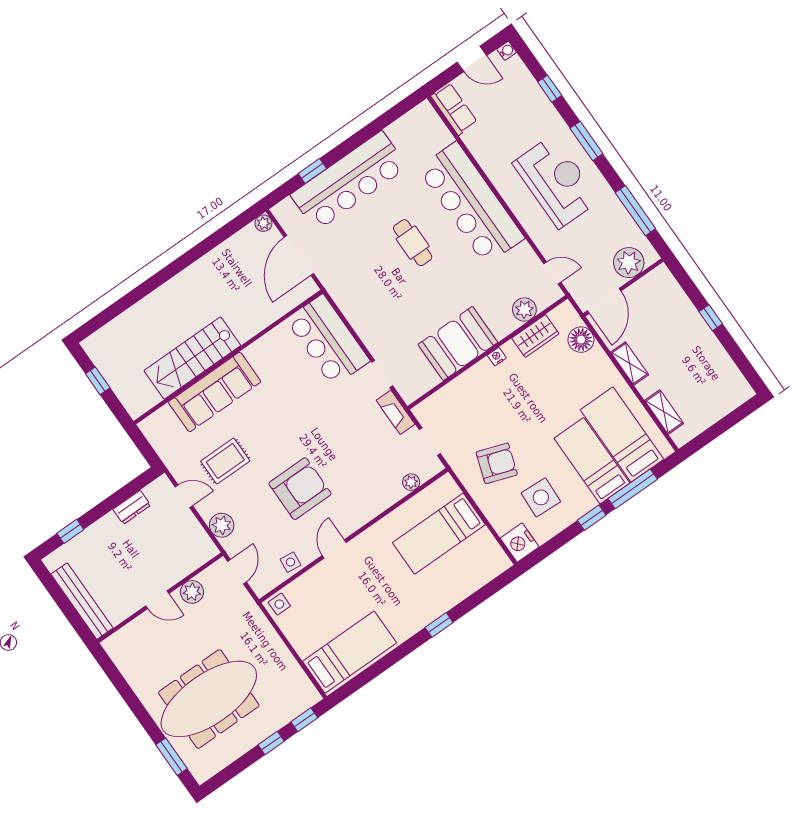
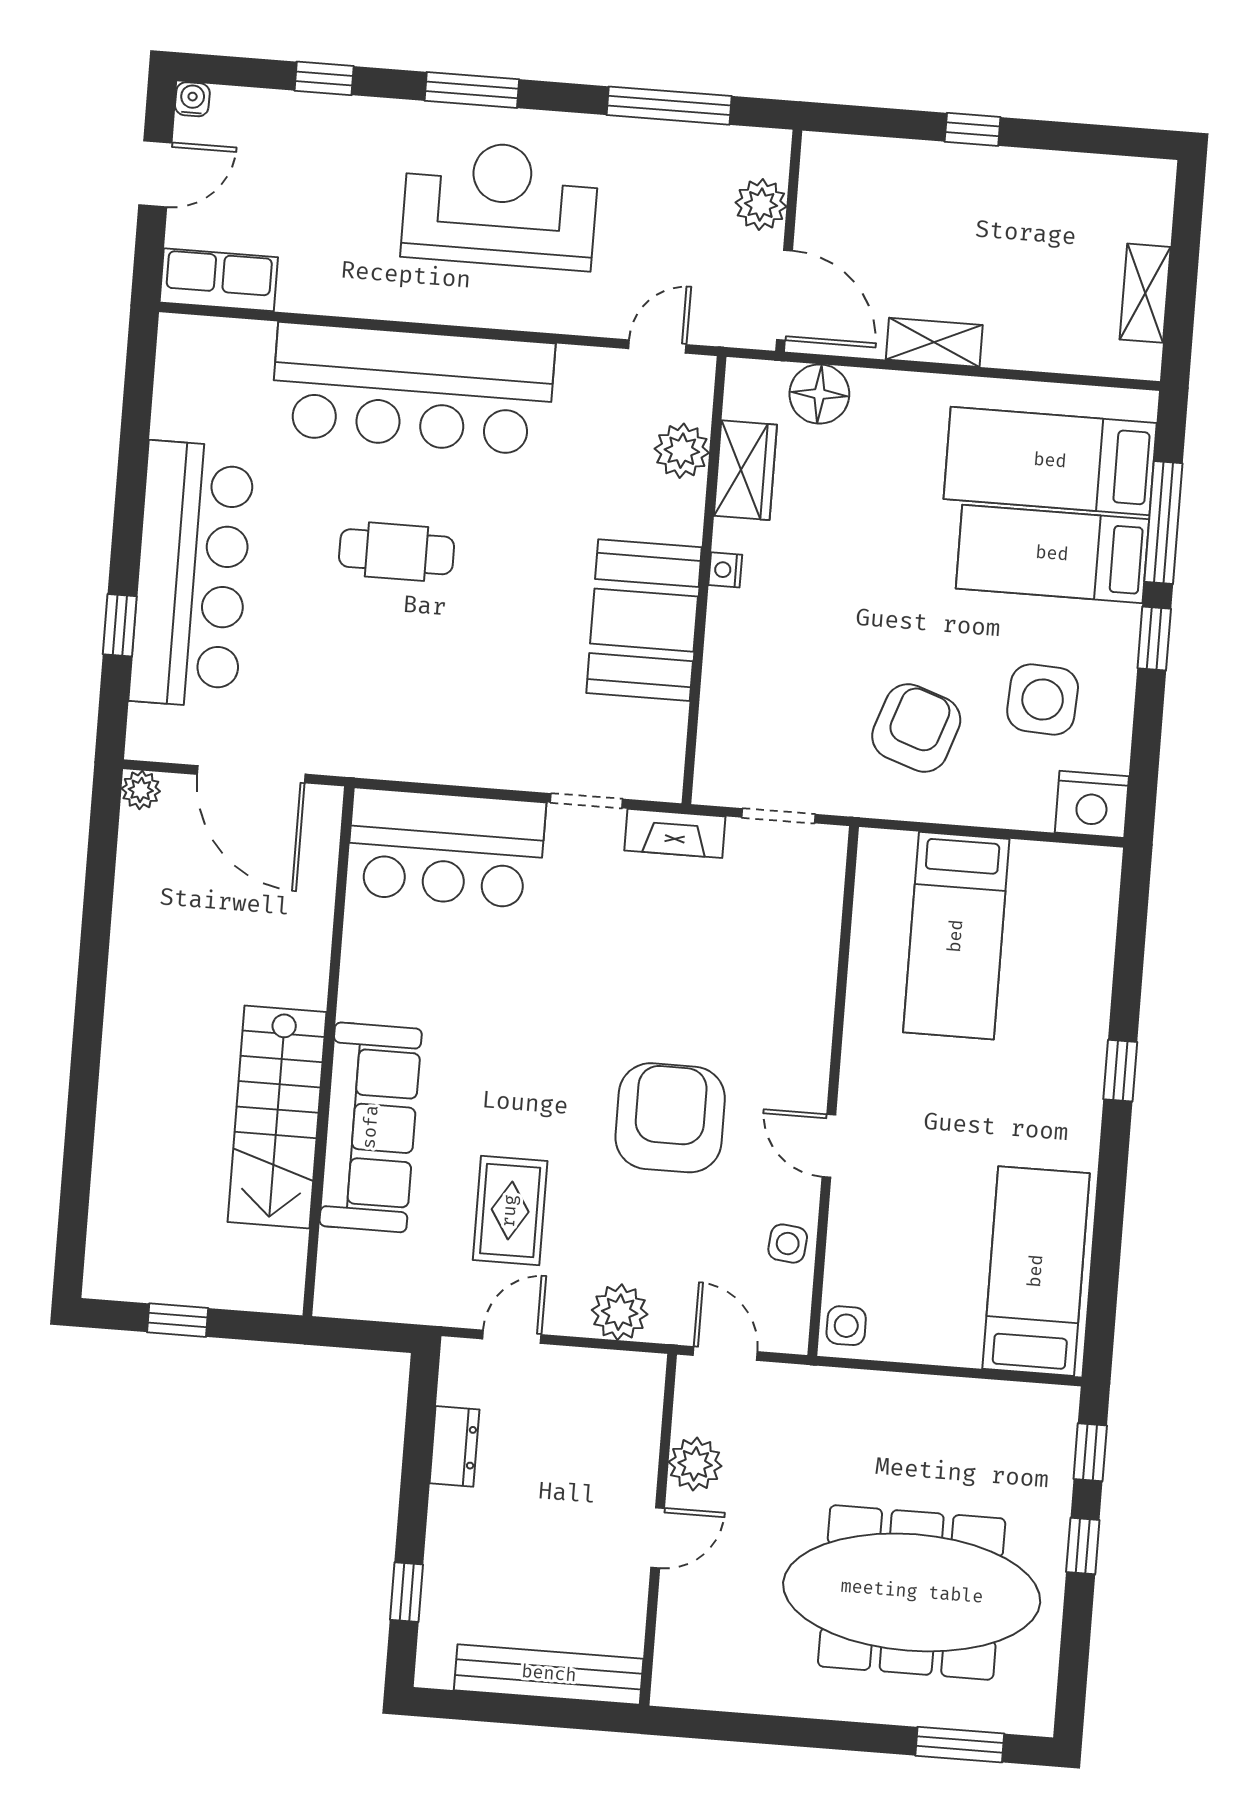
plant: (629, 263) -> (761, 204), width x0.73, depth x0.73
shelving: (664, 412) -> (1145, 293), moved, turned 90
plant: (411, 482) -> (823, 909), removed
meeting table: (209, 699) -> (912, 1592), turned 90

